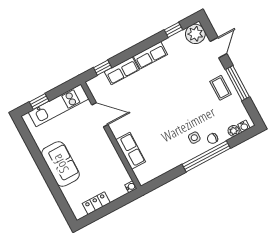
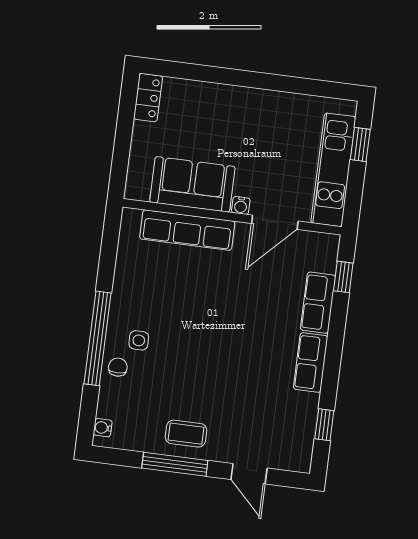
plant: (195, 34) -> (295, 454), removed
plant: (234, 131) -> (107, 407), removed
row of seats: (131, 151) -> (187, 230), width x1.48
sofa: (60, 164) -> (192, 184), moved, turned 180
water cooler: (131, 187) -> (241, 205), moved
locker: (96, 203) -> (148, 98), moved

